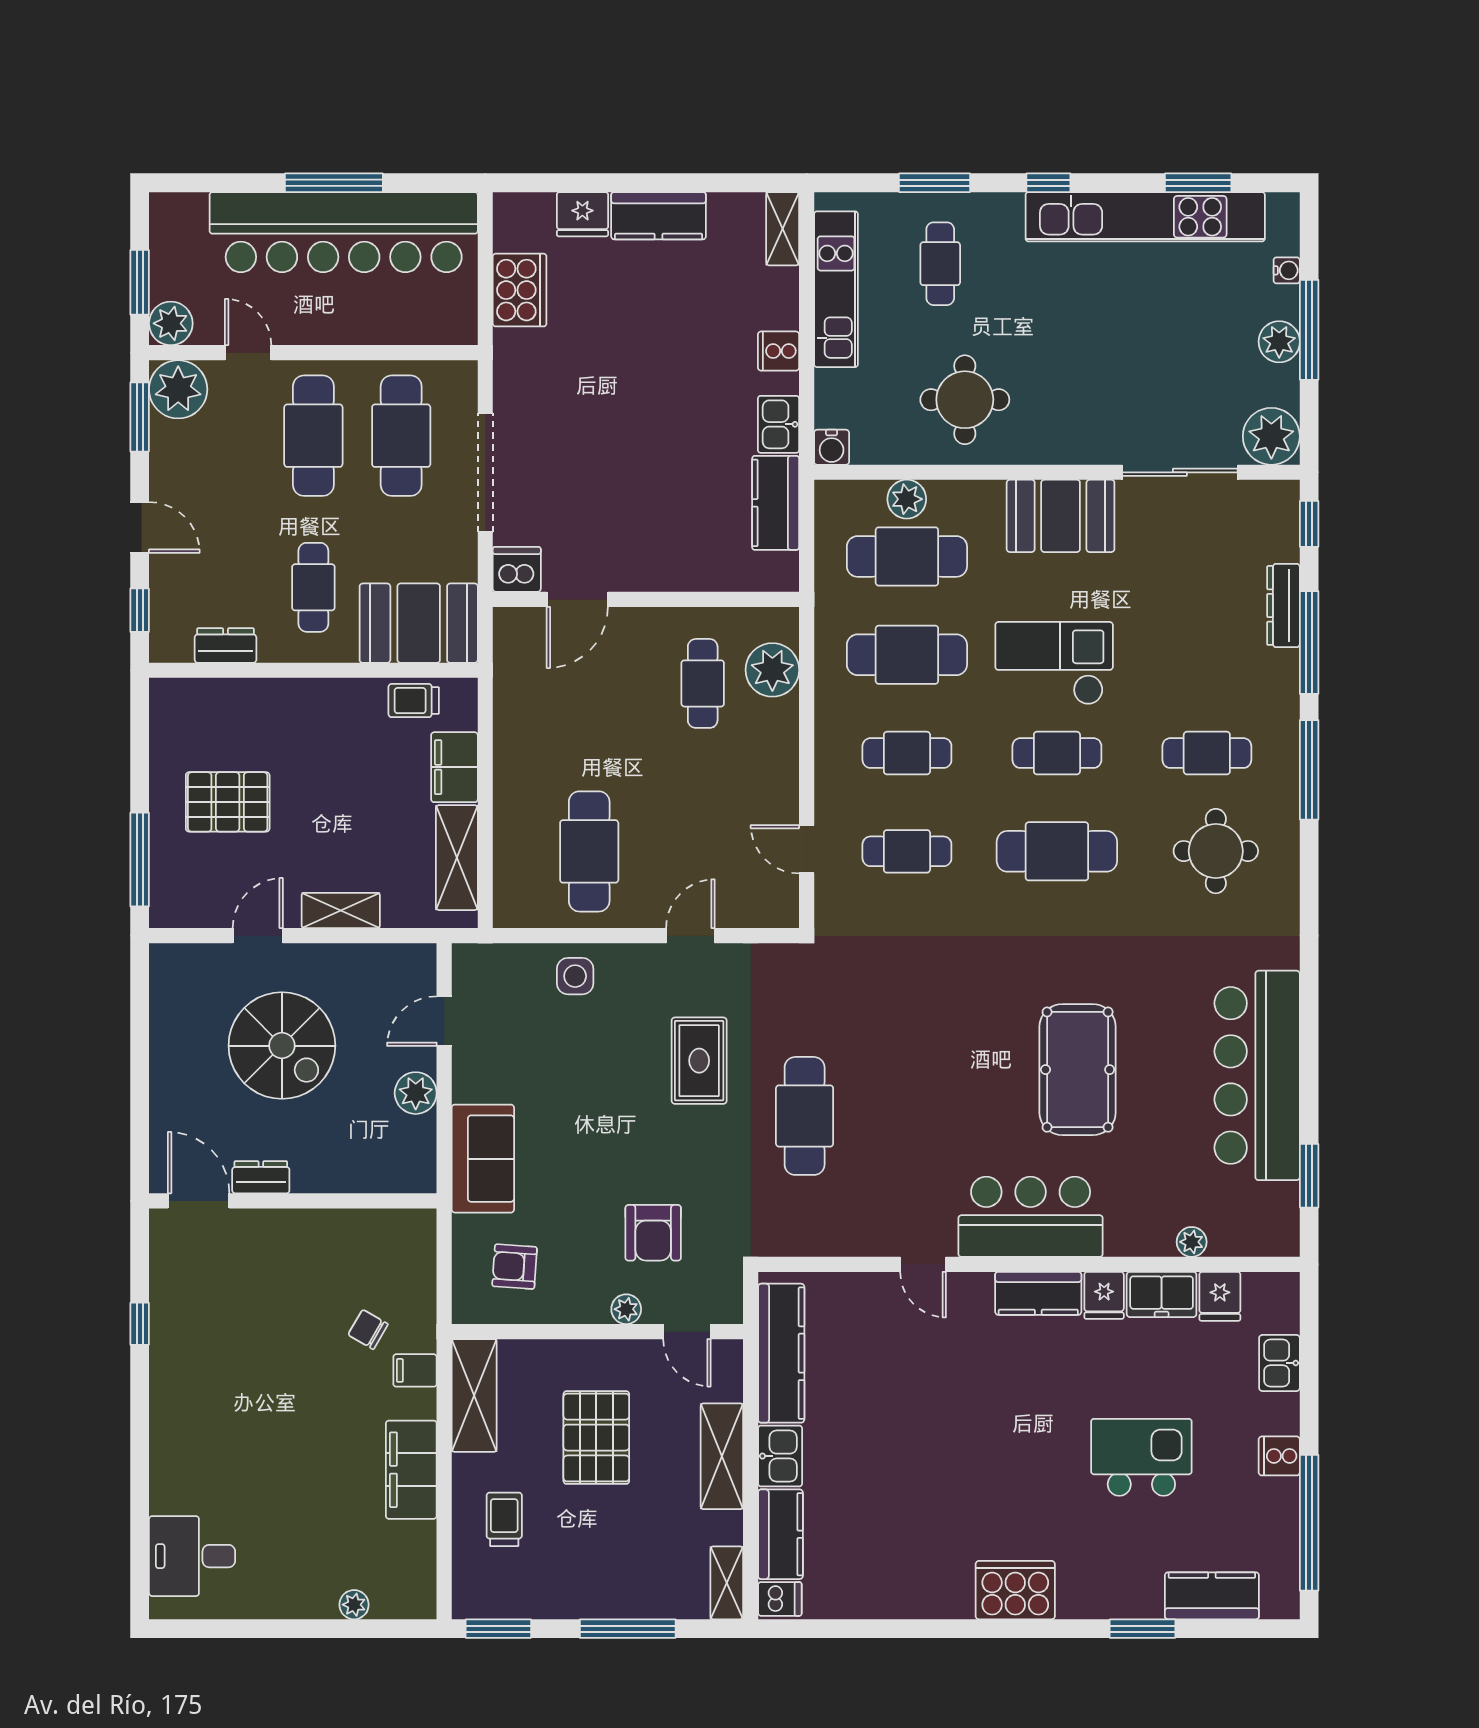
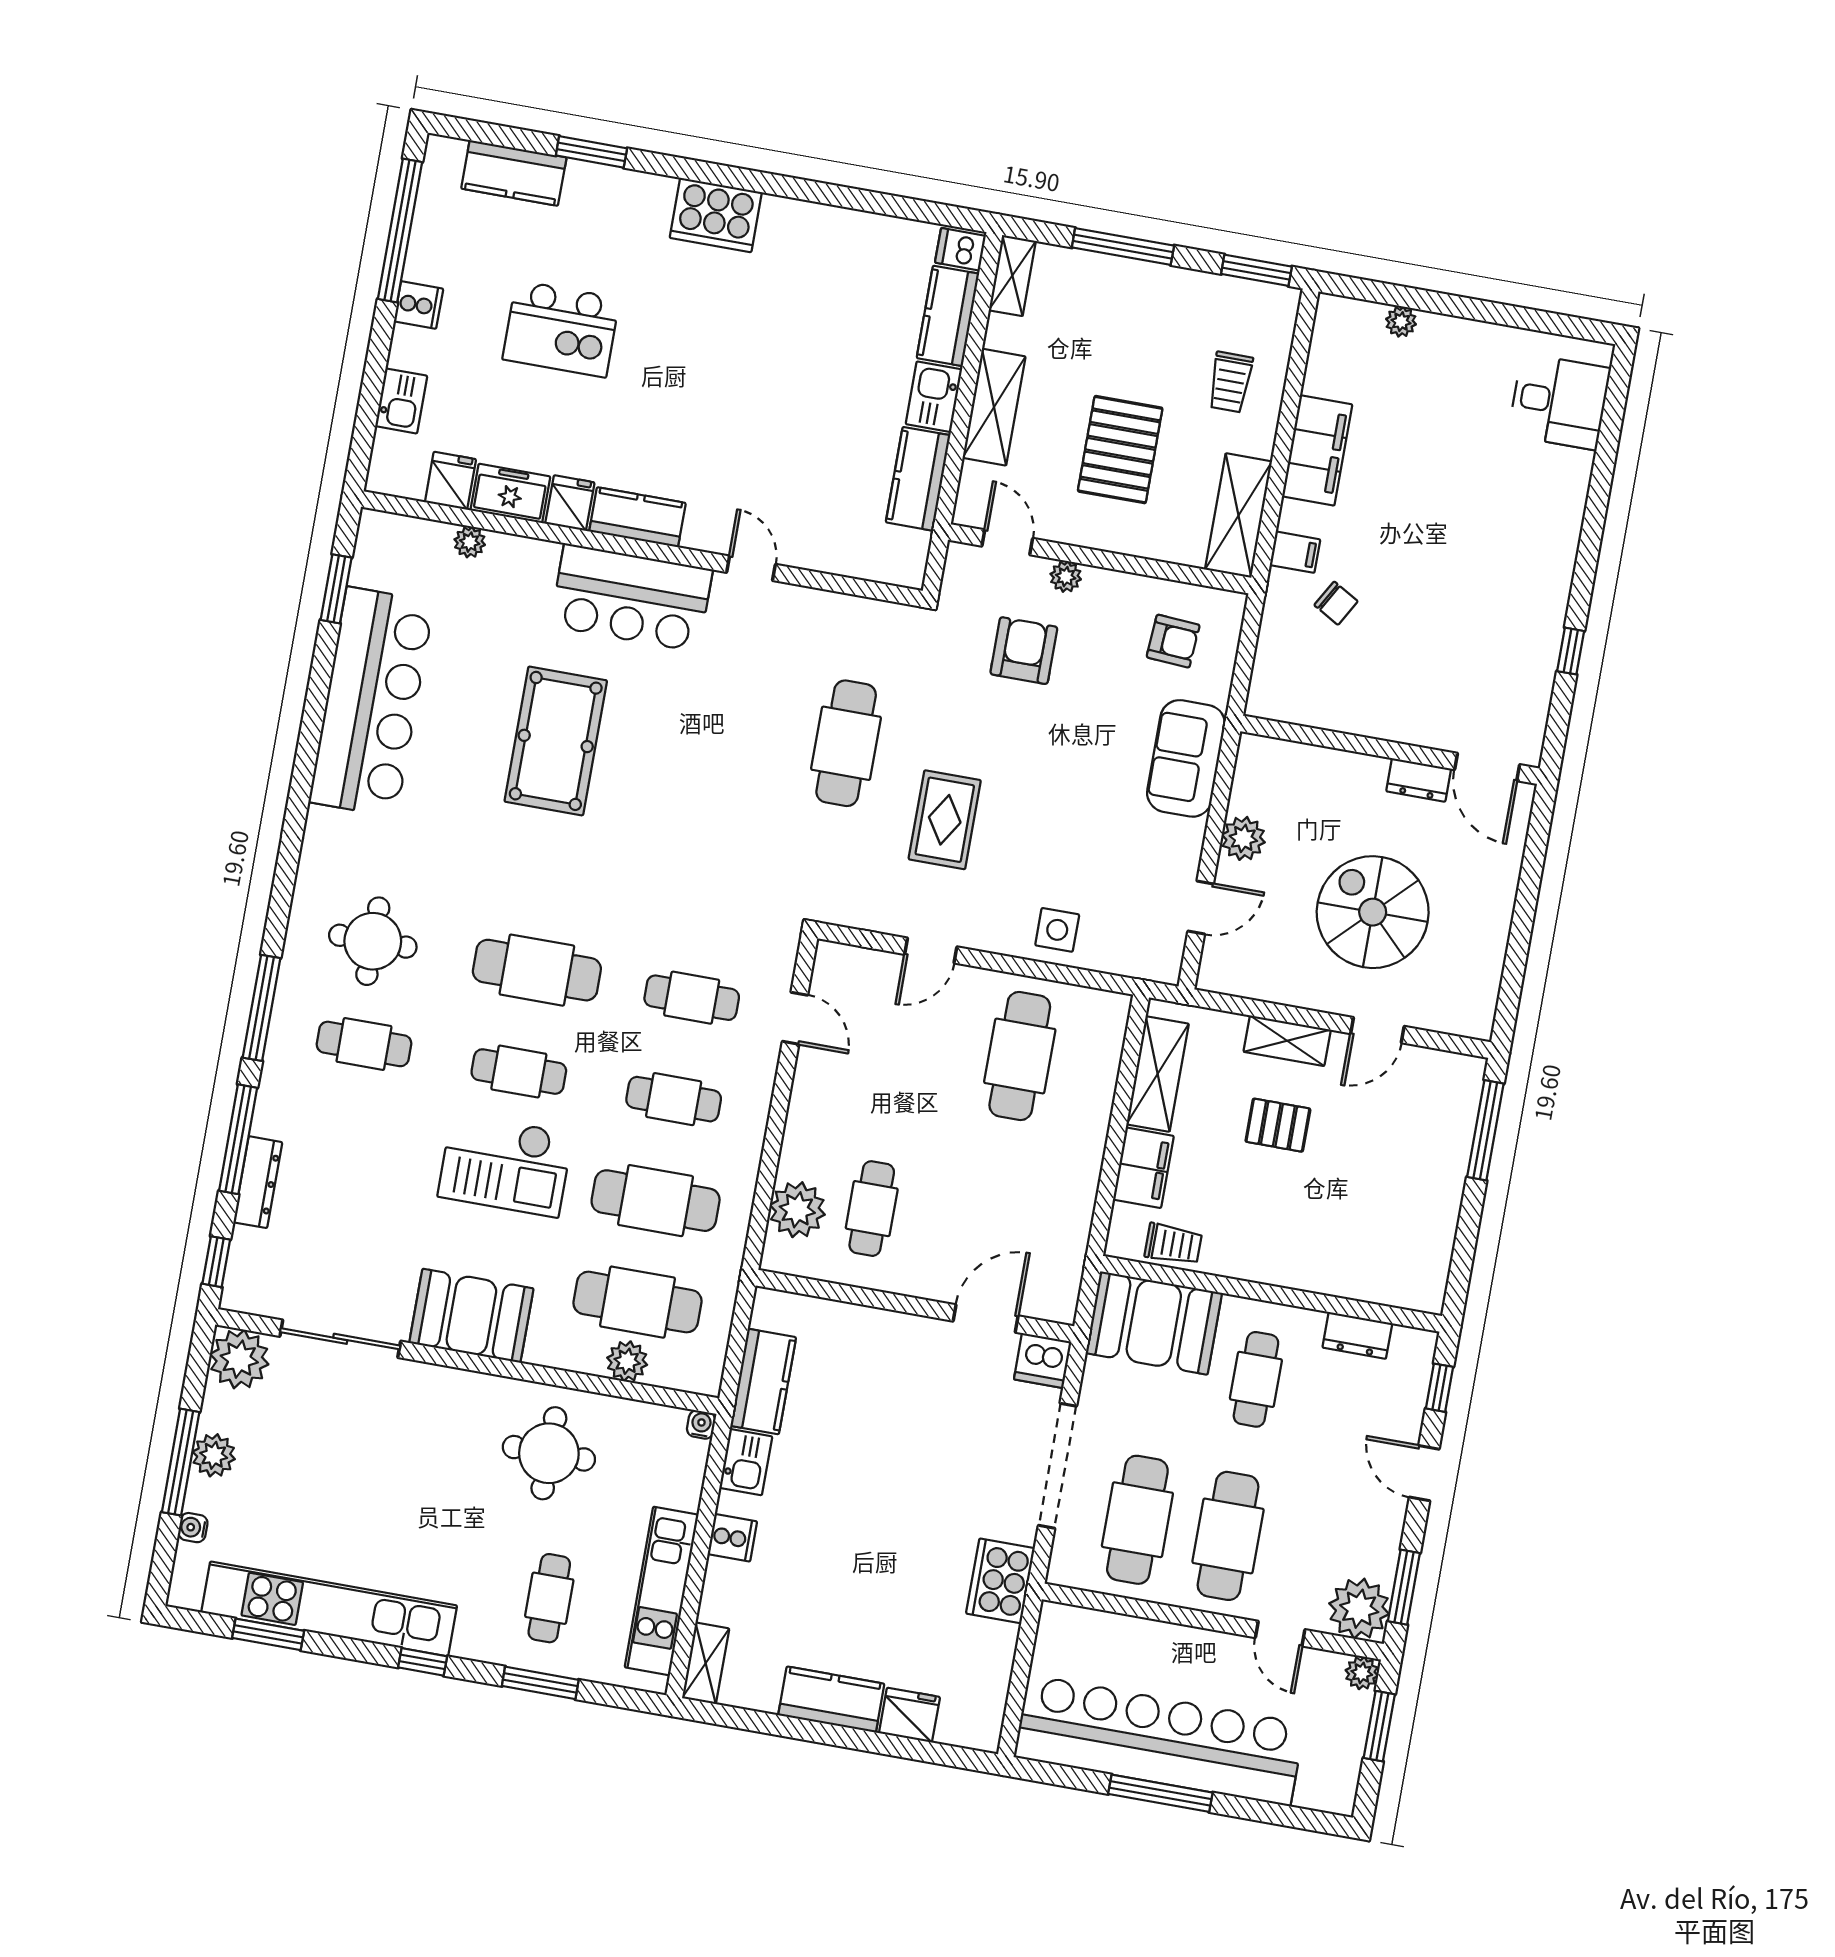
cooker: (520, 290) -> (1000, 1581), moved
plant: (171, 323) -> (1362, 1673), width x0.73, depth x0.73
water cooler: (832, 447) -> (701, 1425), width x0.72, depth x0.72
pallet: (228, 802) -> (1278, 1125), moved, width x0.67, depth x0.71
kitchen counter: (781, 1353) -> (918, 479), width x0.67

